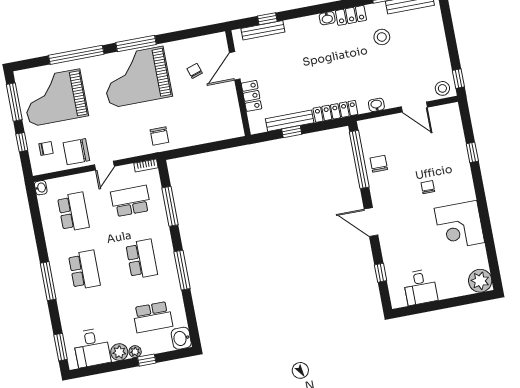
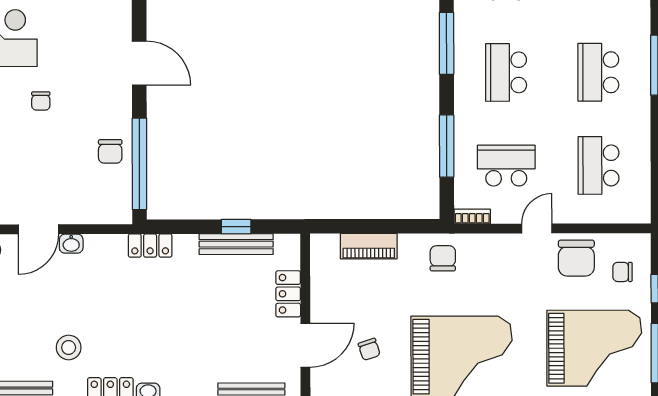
washbasin: (376, 105) -> (71, 244), moved
door: (414, 107) -> (38, 229), swing flipped
locker: (335, 111) -> (150, 246), width x0.66
piano: (207, 135) -> (369, 246), added
chair: (76, 152) -> (576, 258), turned 90
washbasin: (41, 188) -> (642, 213), removed
school desk: (131, 201) -> (506, 166), turned 180

